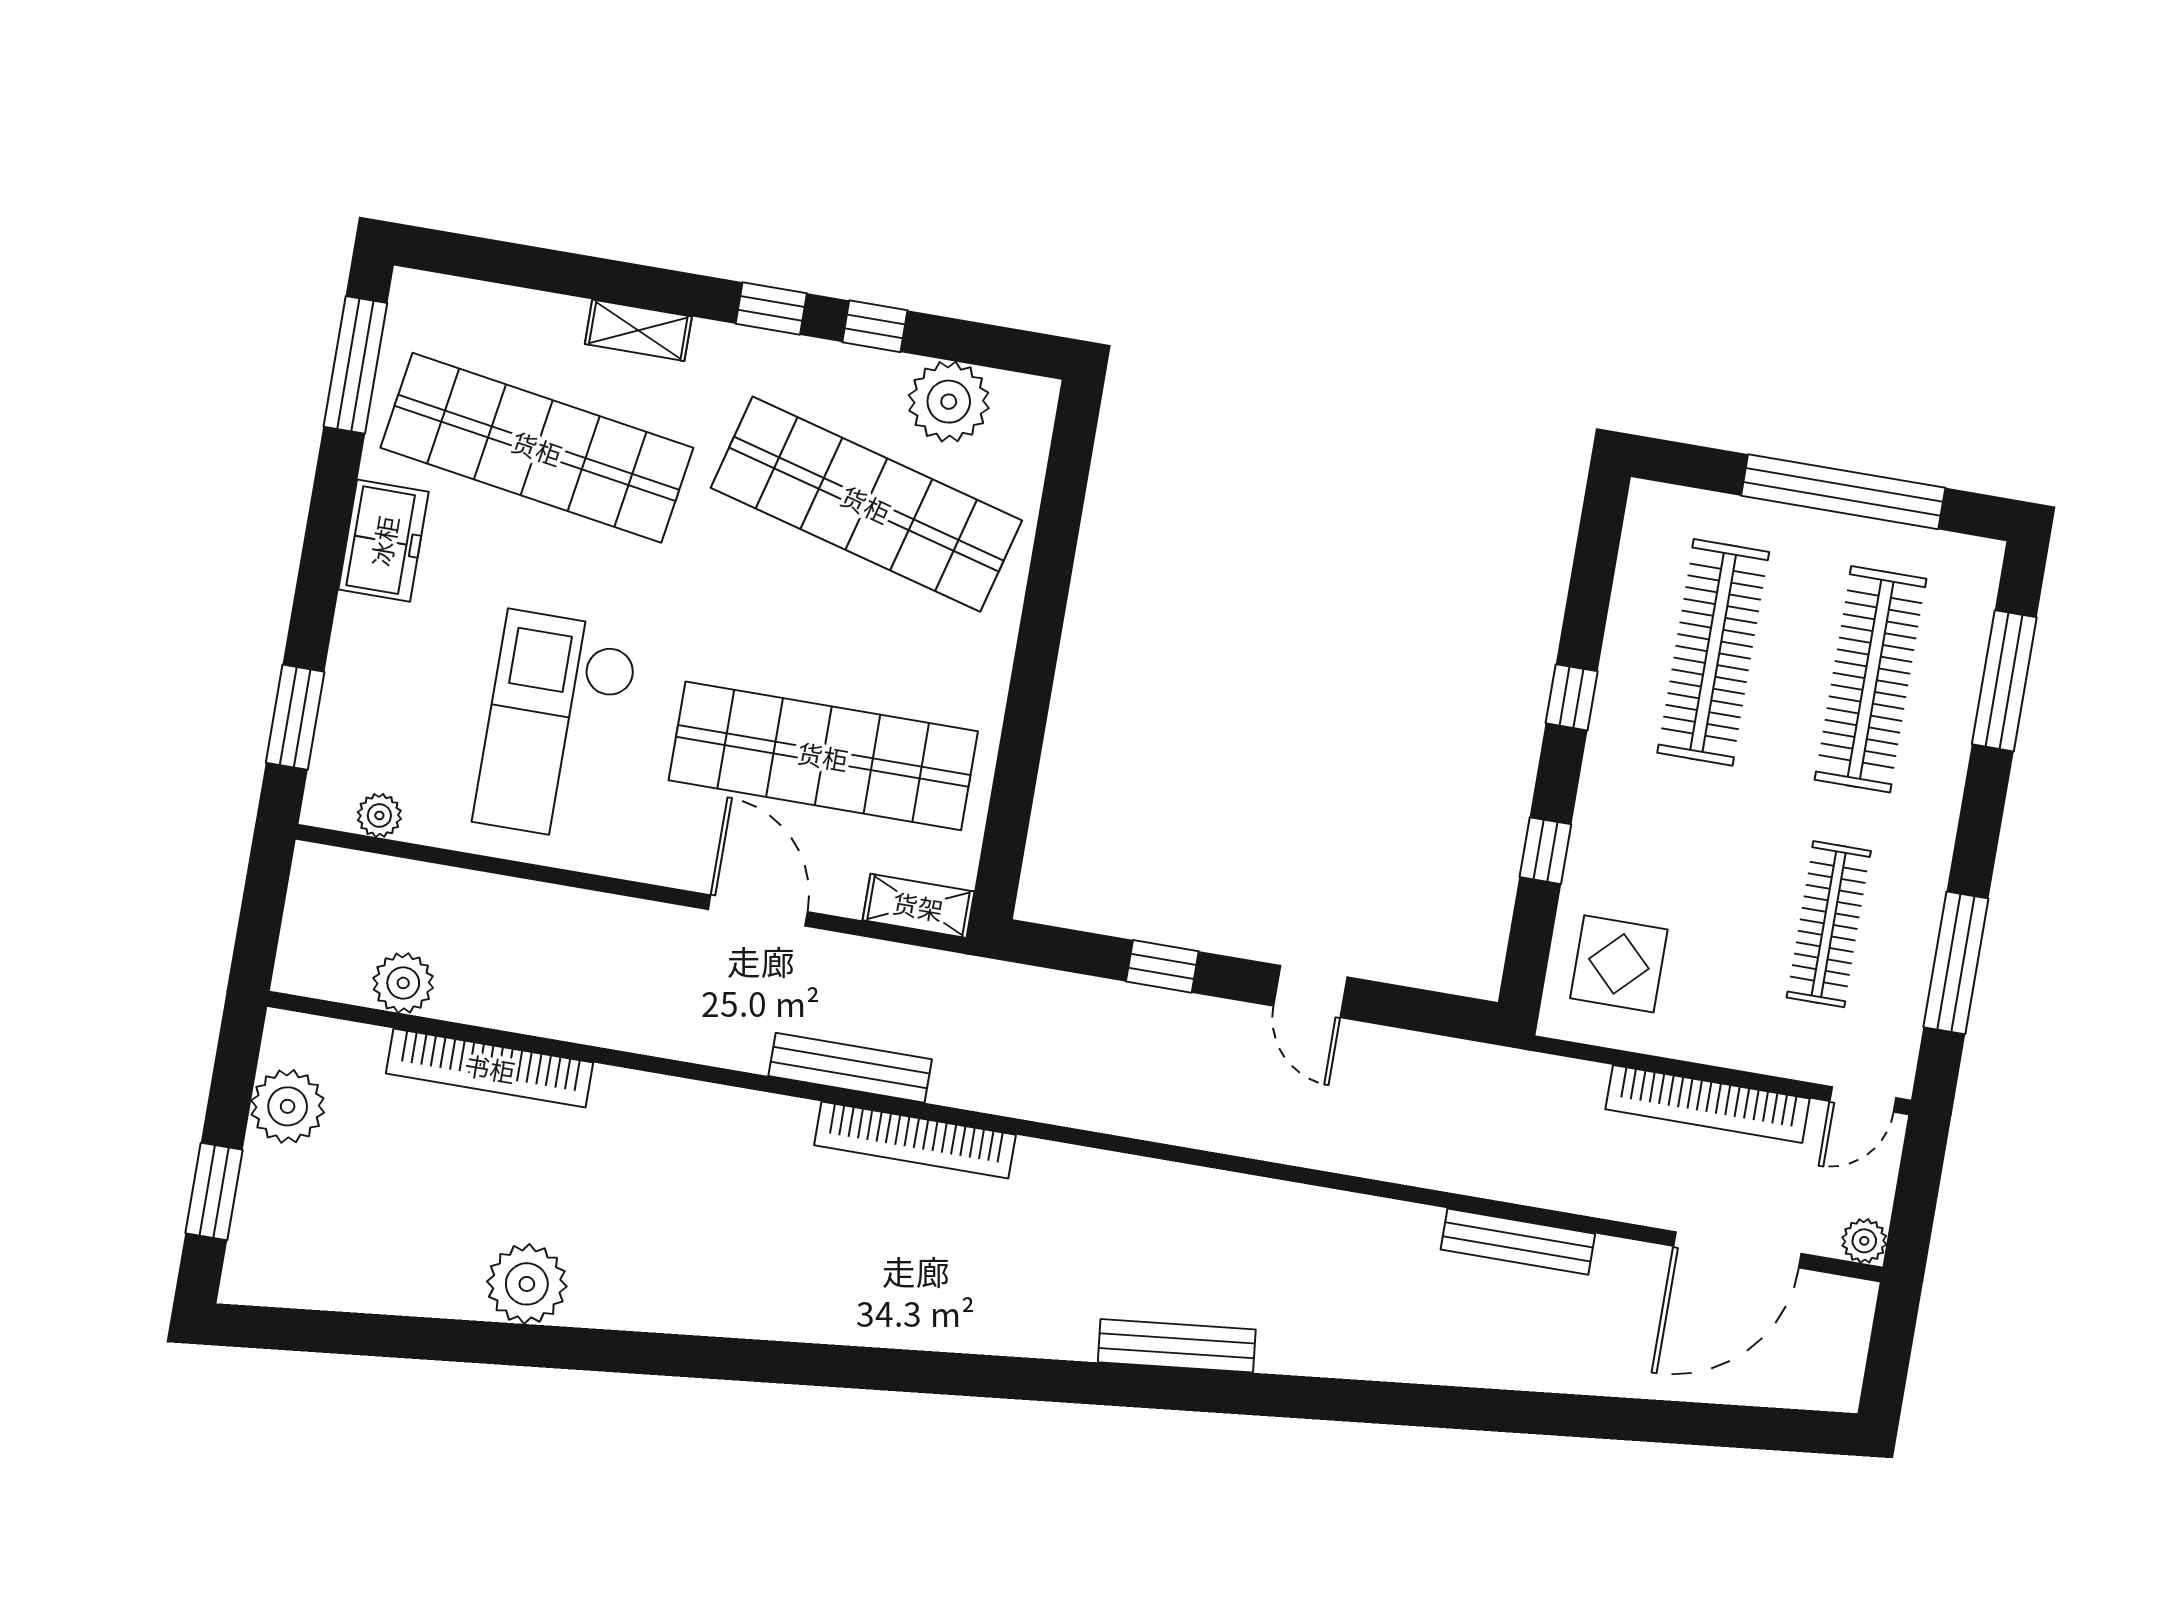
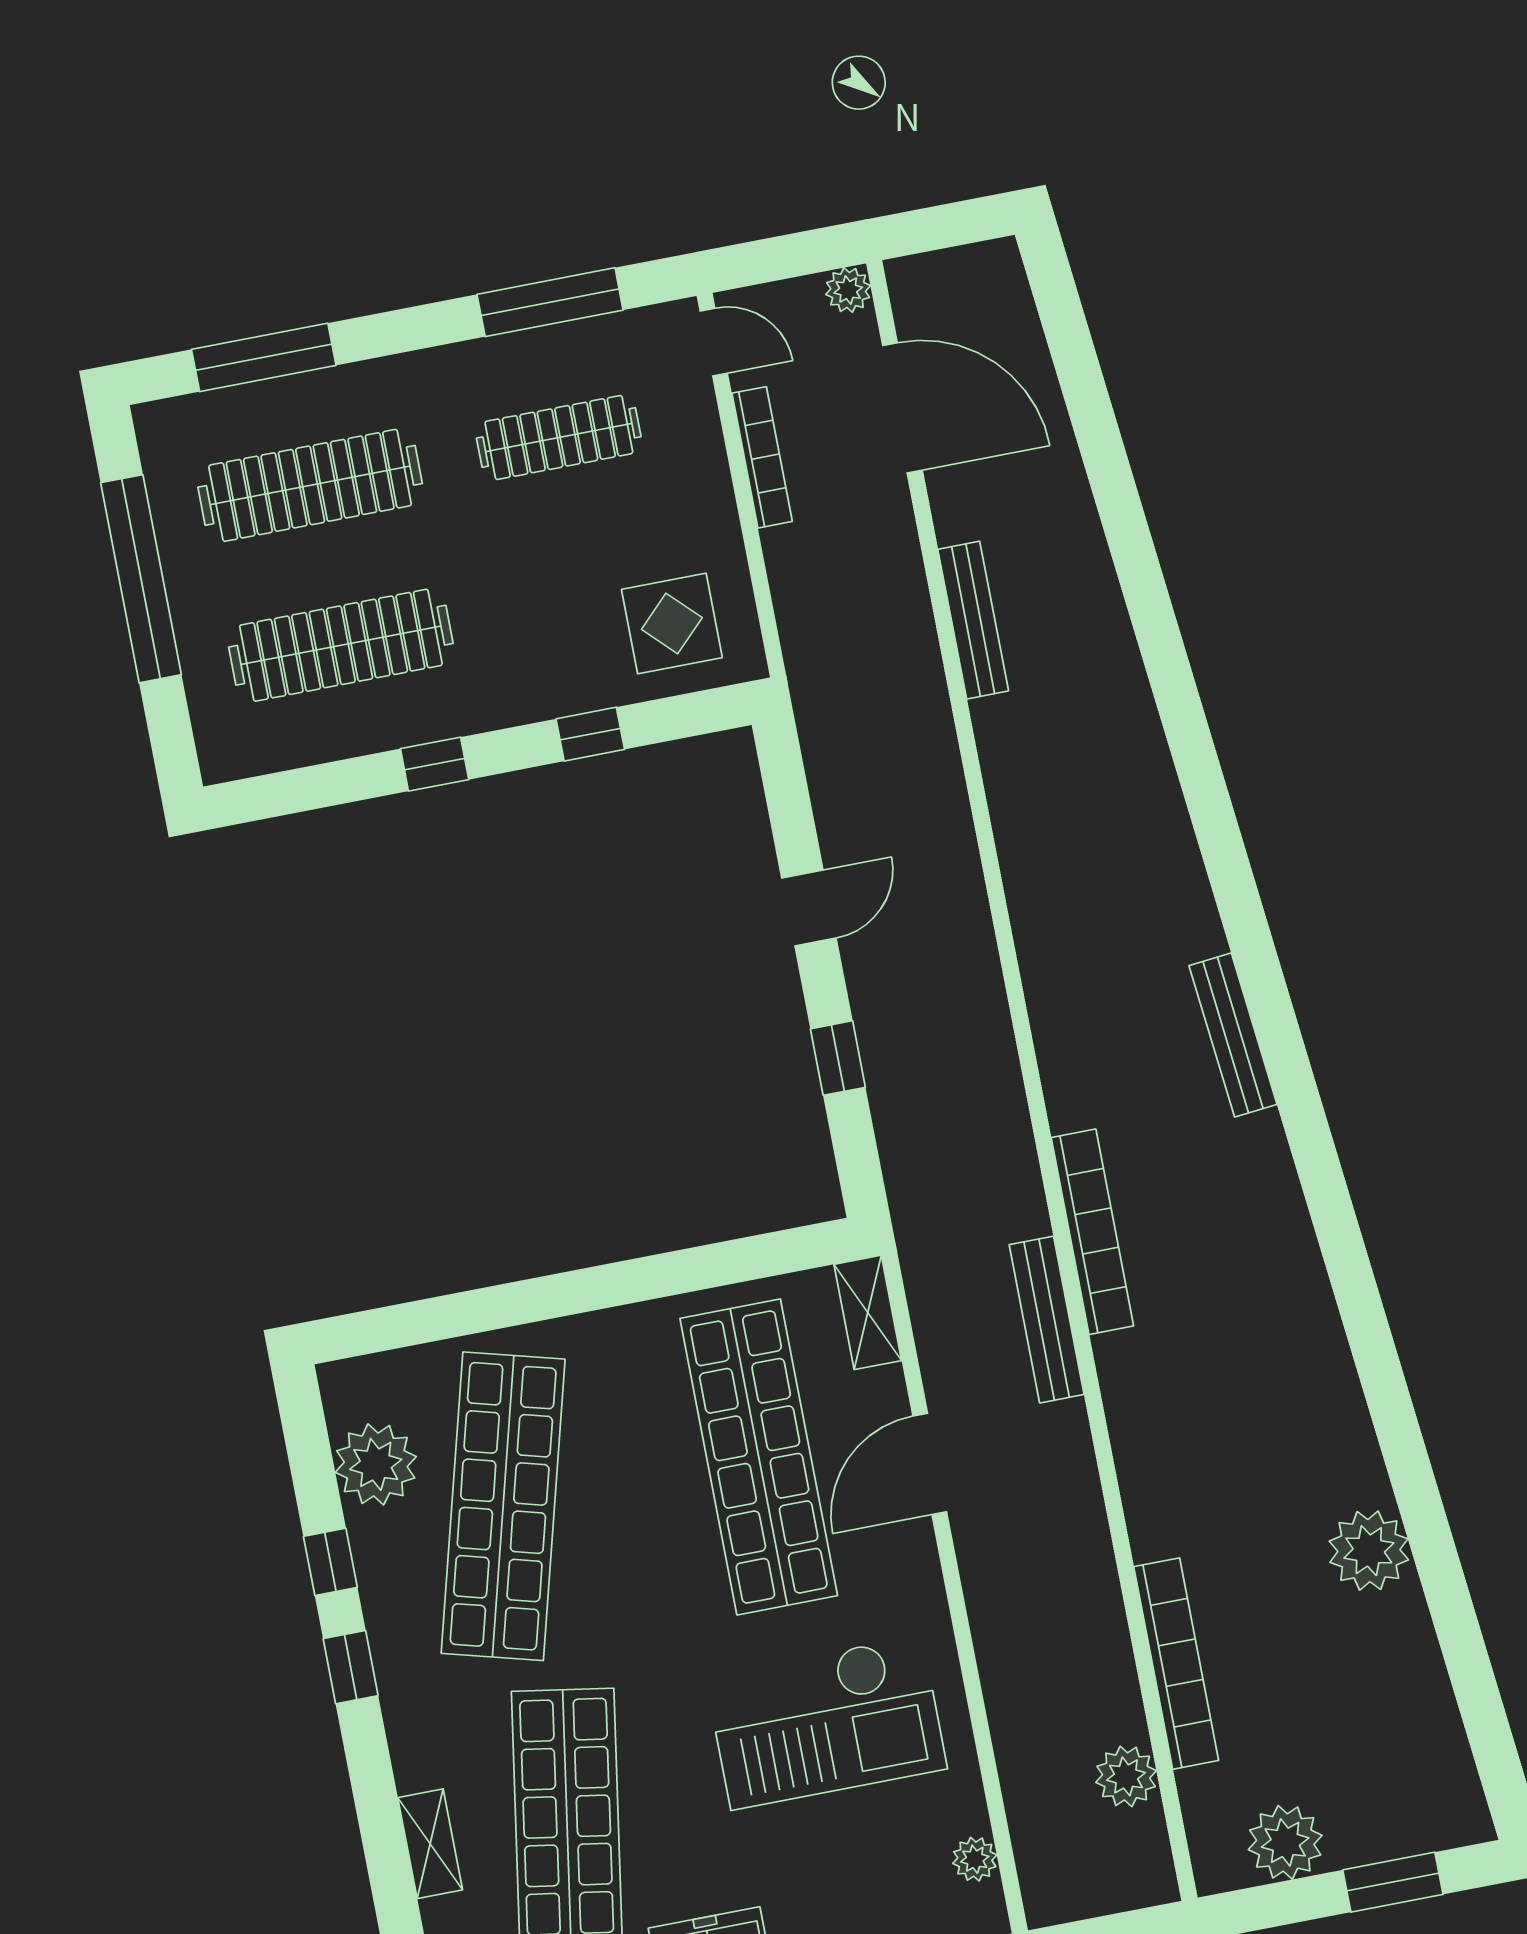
shelving: (638, 330) -> (430, 1844), moved
bookcase: (1708, 1104) -> (762, 457), width x0.68, depth x0.76
bench: (1177, 1346) -> (1233, 1035), moved

